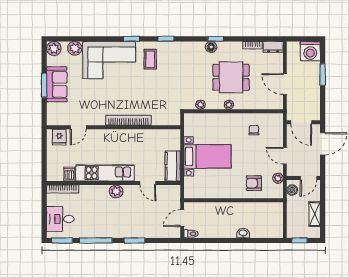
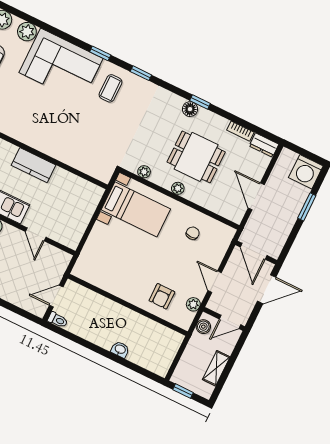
bookcase: (128, 120) -> (49, 149), removed
bed with nightstands: (207, 156) -> (136, 209), moved
kitchen counter: (173, 166) -> (34, 165), moved, turned -90
armchair: (254, 183) -> (162, 296), turned -90

